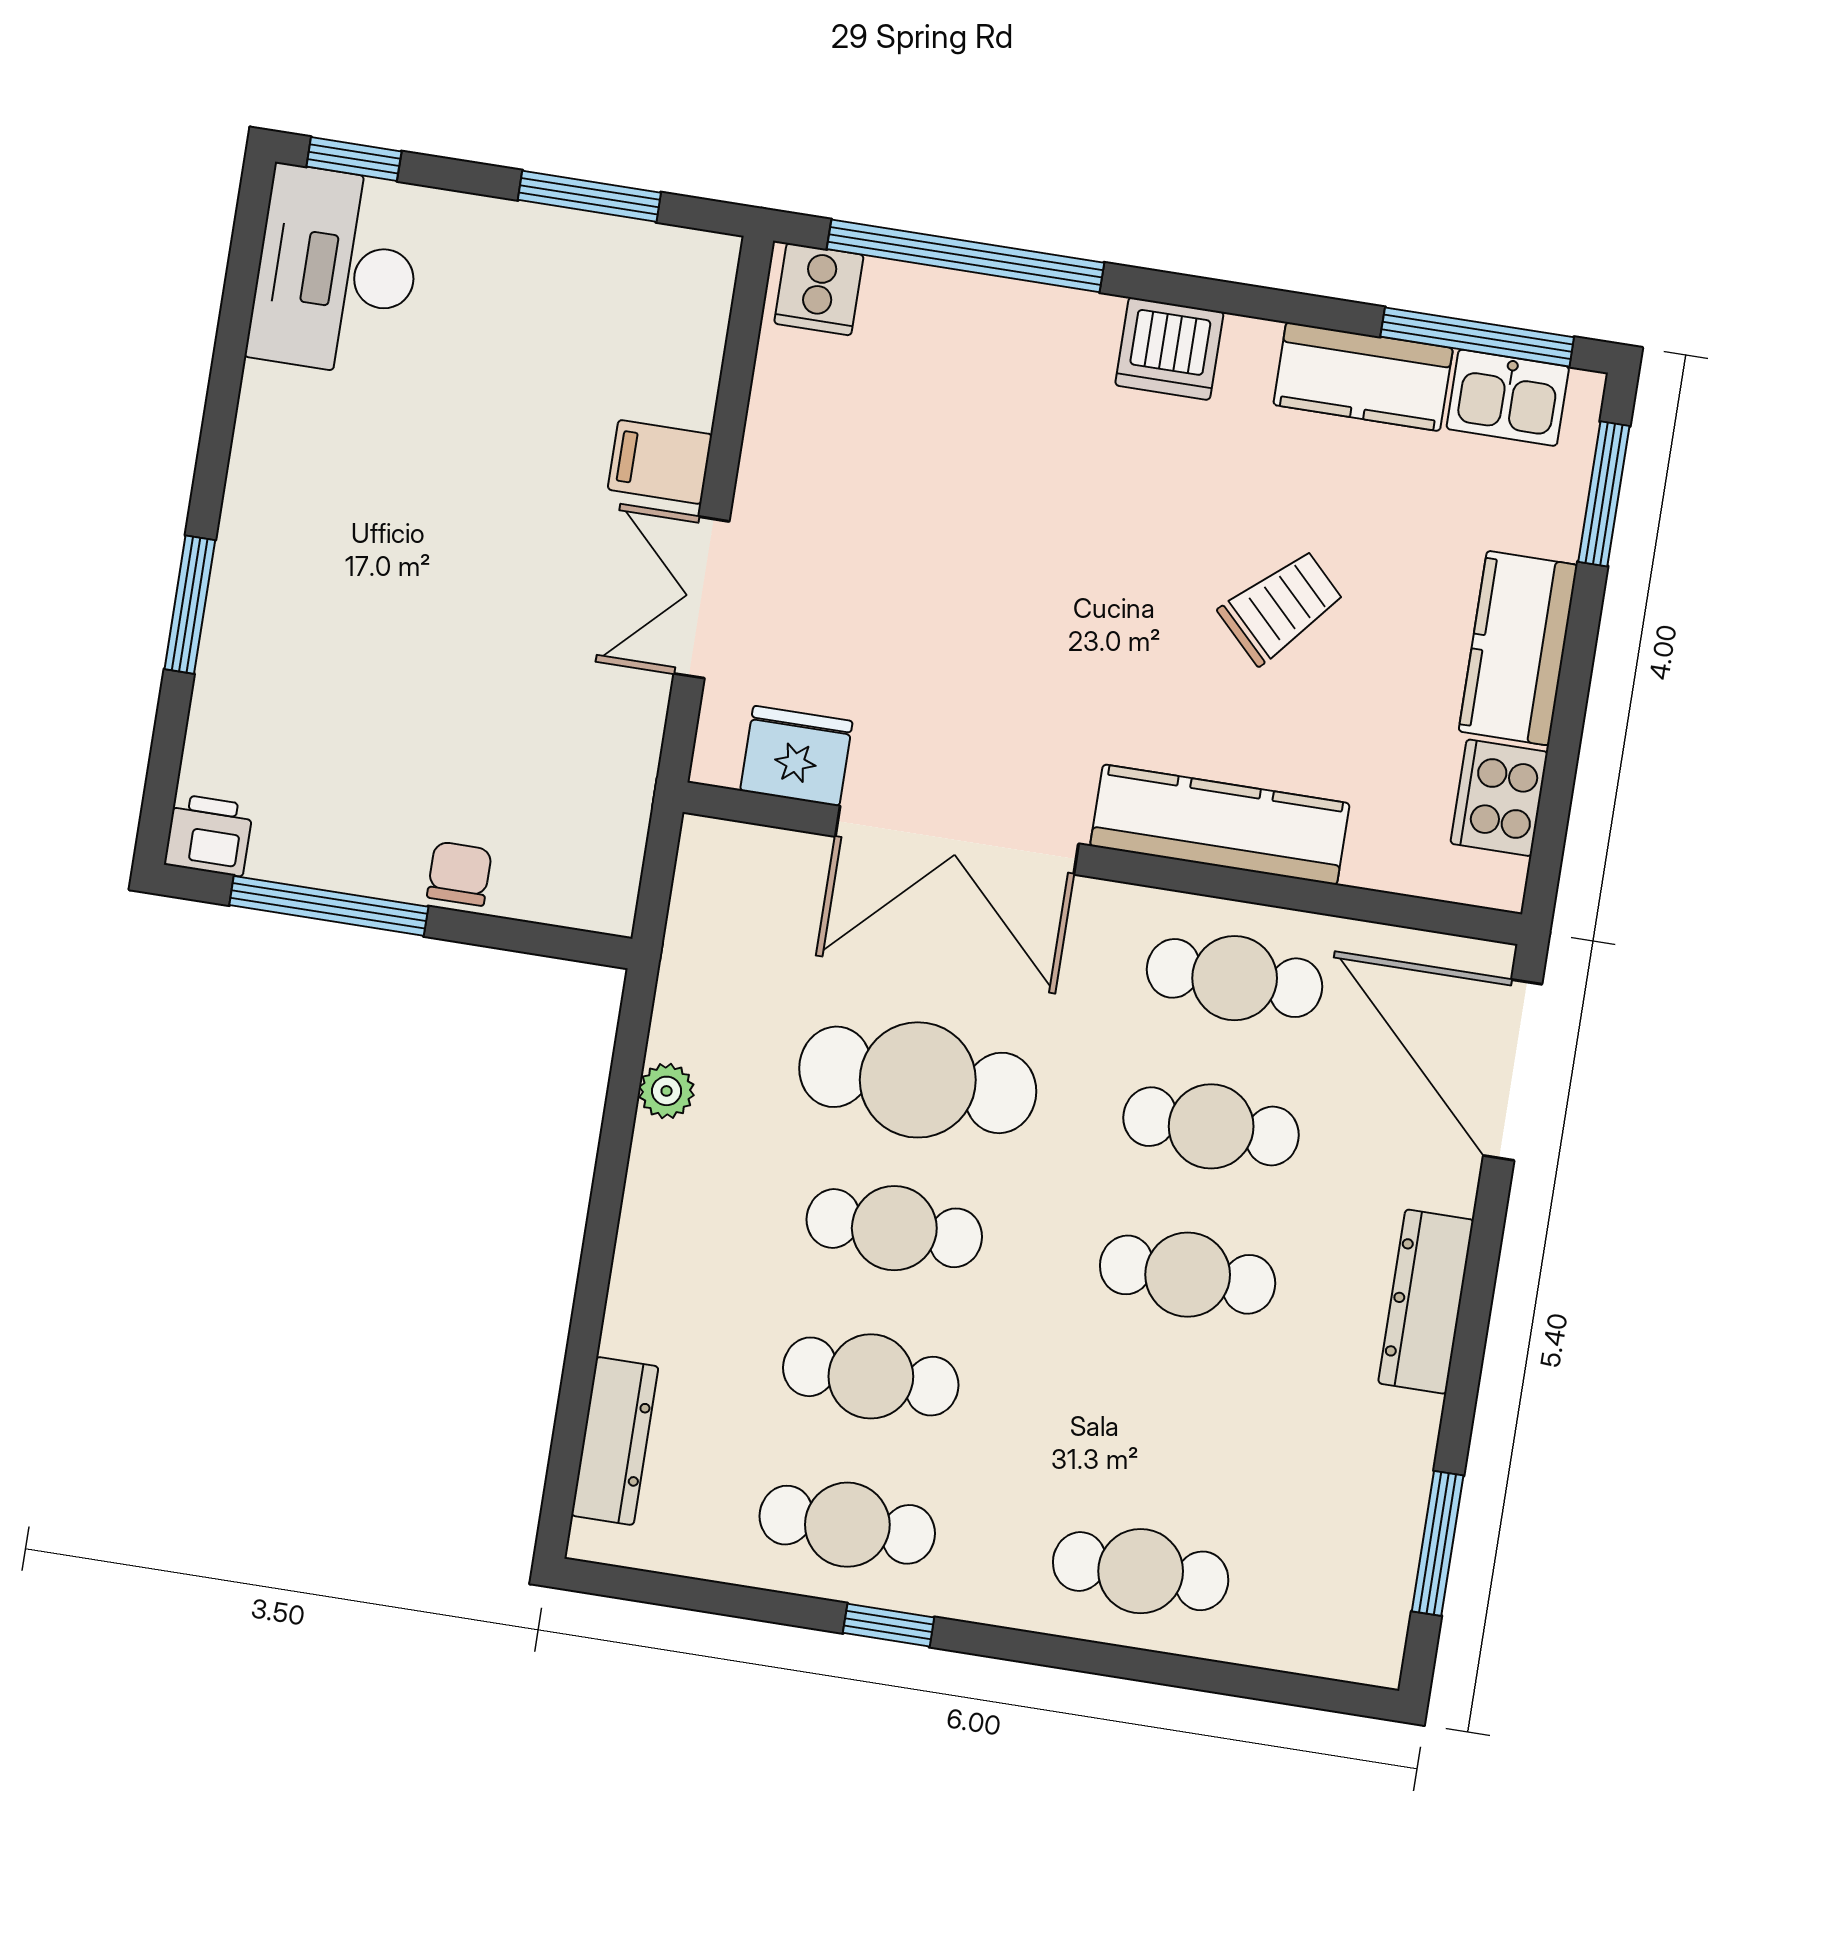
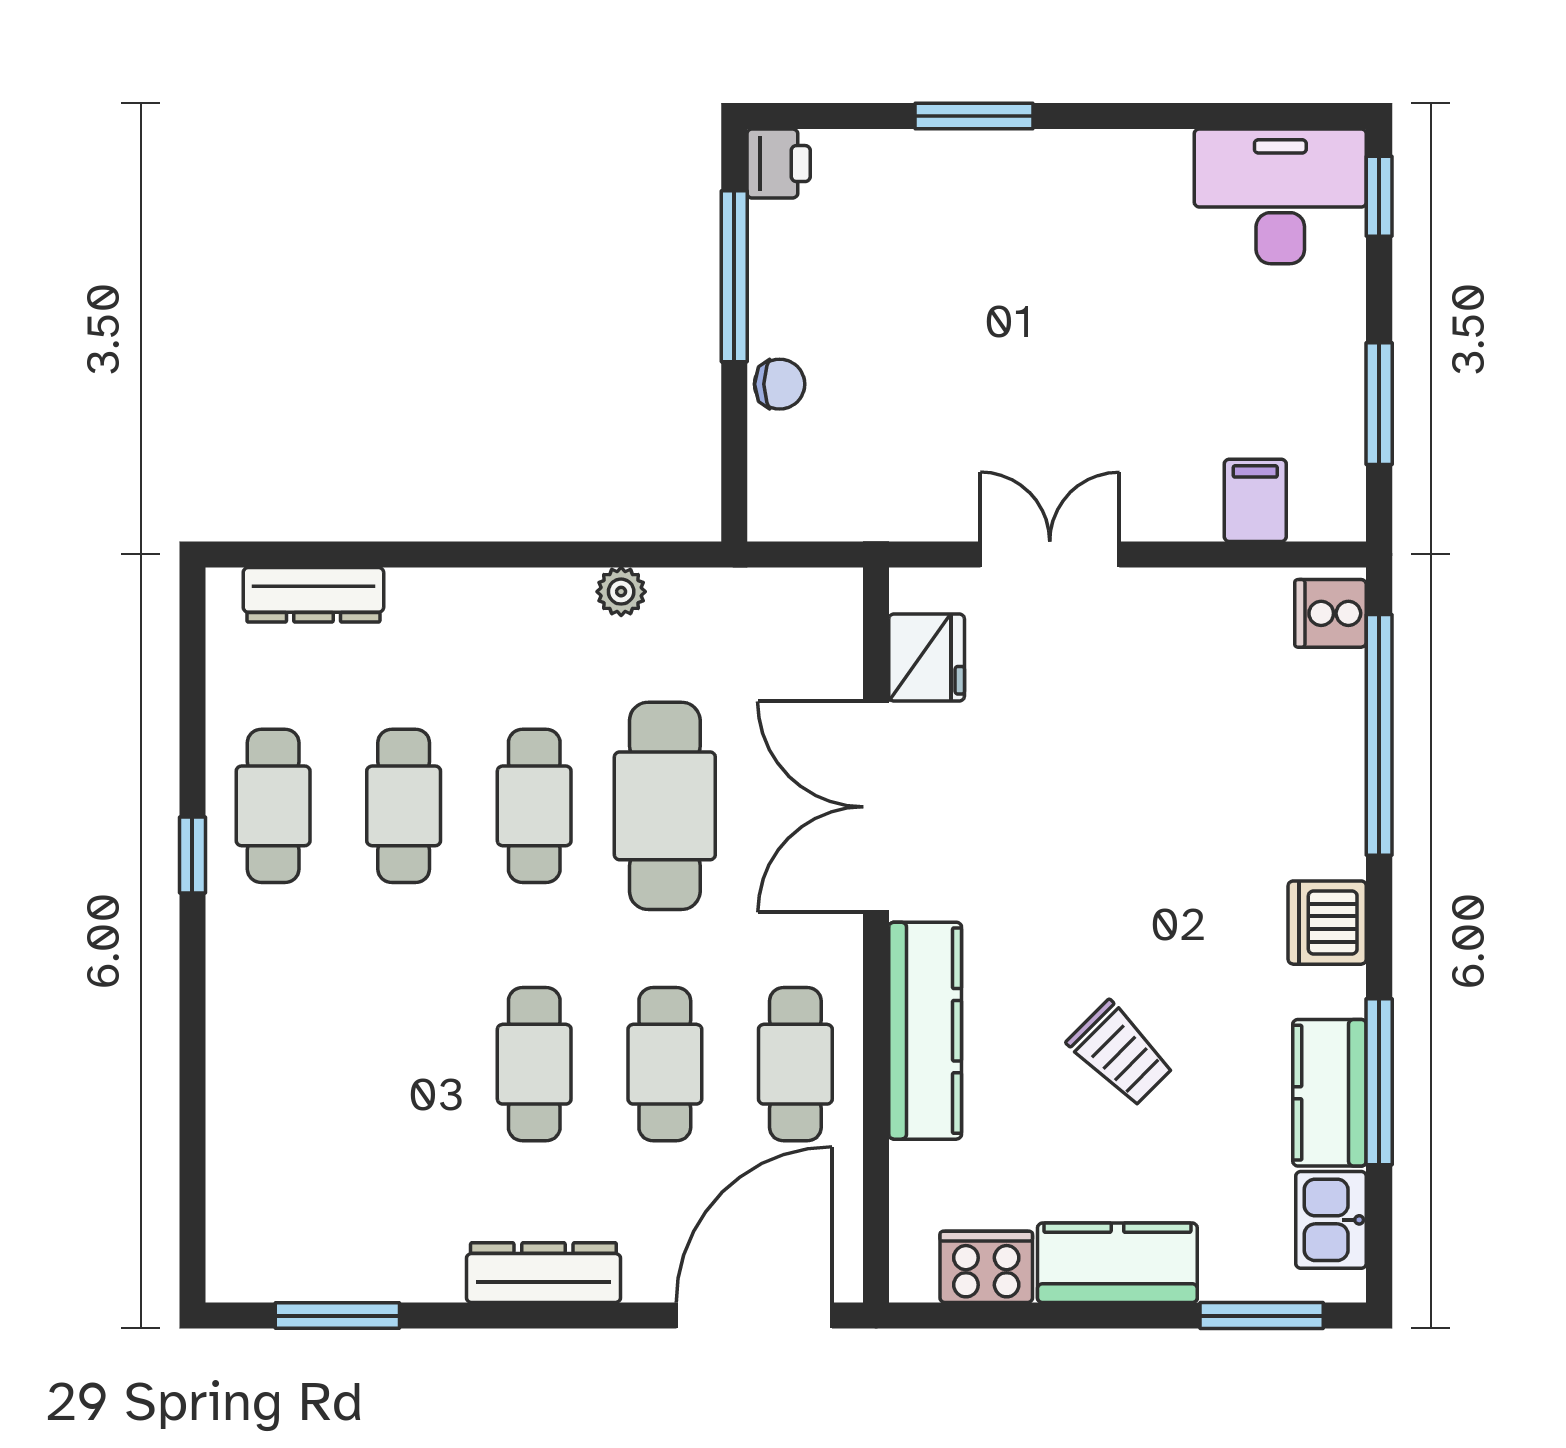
window: (1477, 337) -> (1379, 1082), moved
filing cabinet: (660, 462) -> (1255, 500), moved
cafe table: (1141, 1571) -> (273, 1064), removed

